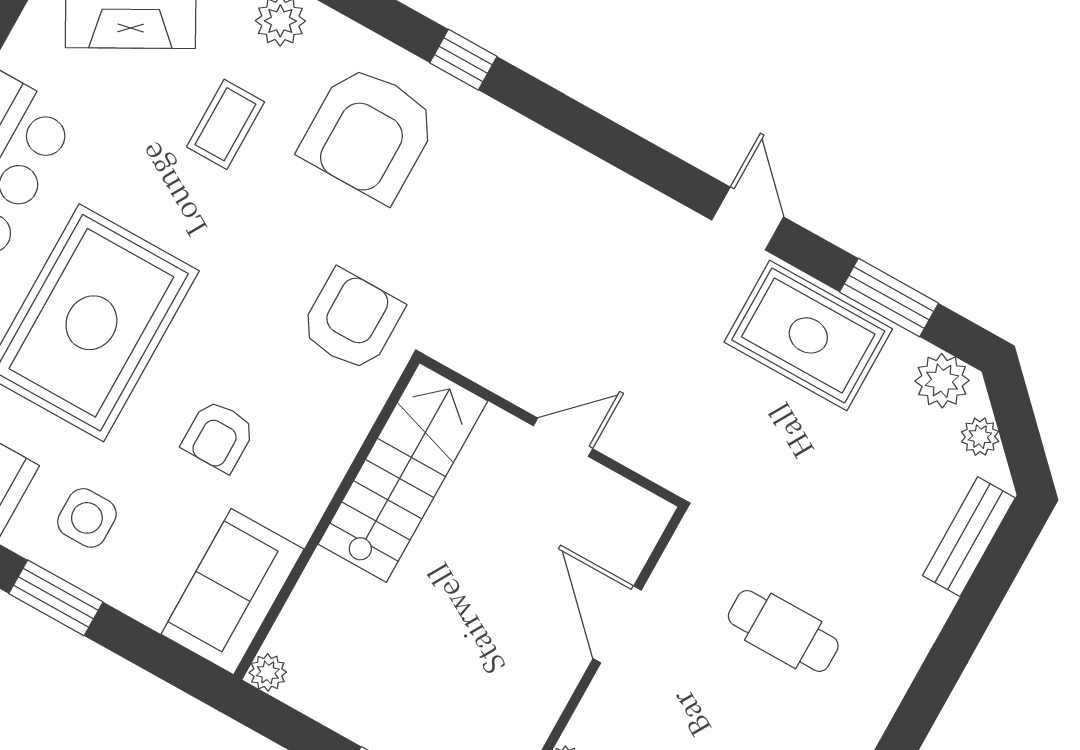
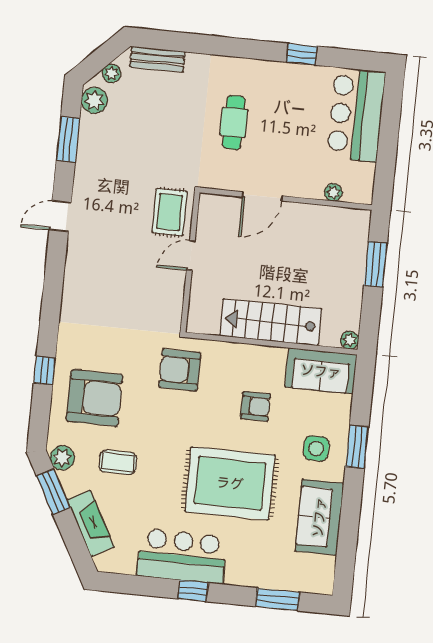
rug: (808, 335) -> (170, 212), moved, width x0.73, depth x0.70
door: (563, 437) -> (191, 255), hinge flipped
stairs: (403, 472) -> (271, 322), moved

